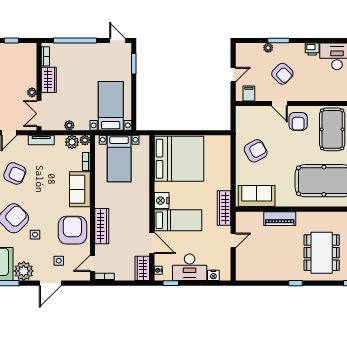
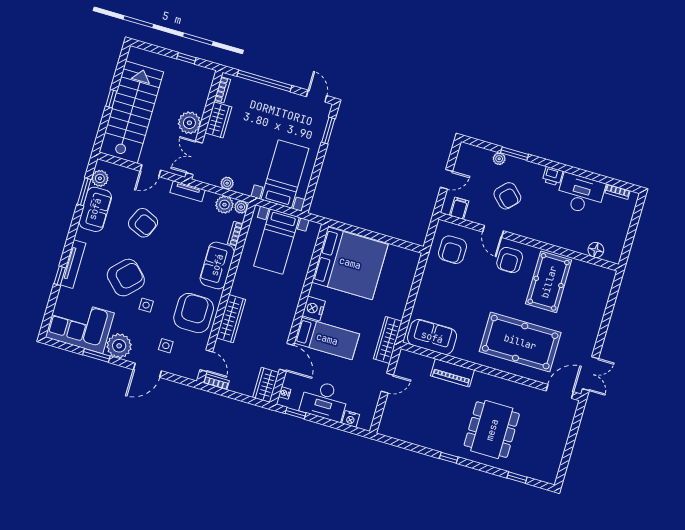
plant: (32, 92) -> (189, 123), width x1.88, depth x1.88
armchair: (256, 151) -> (452, 250), moved, turned 119
door: (92, 263) -> (206, 361), swing flipped

